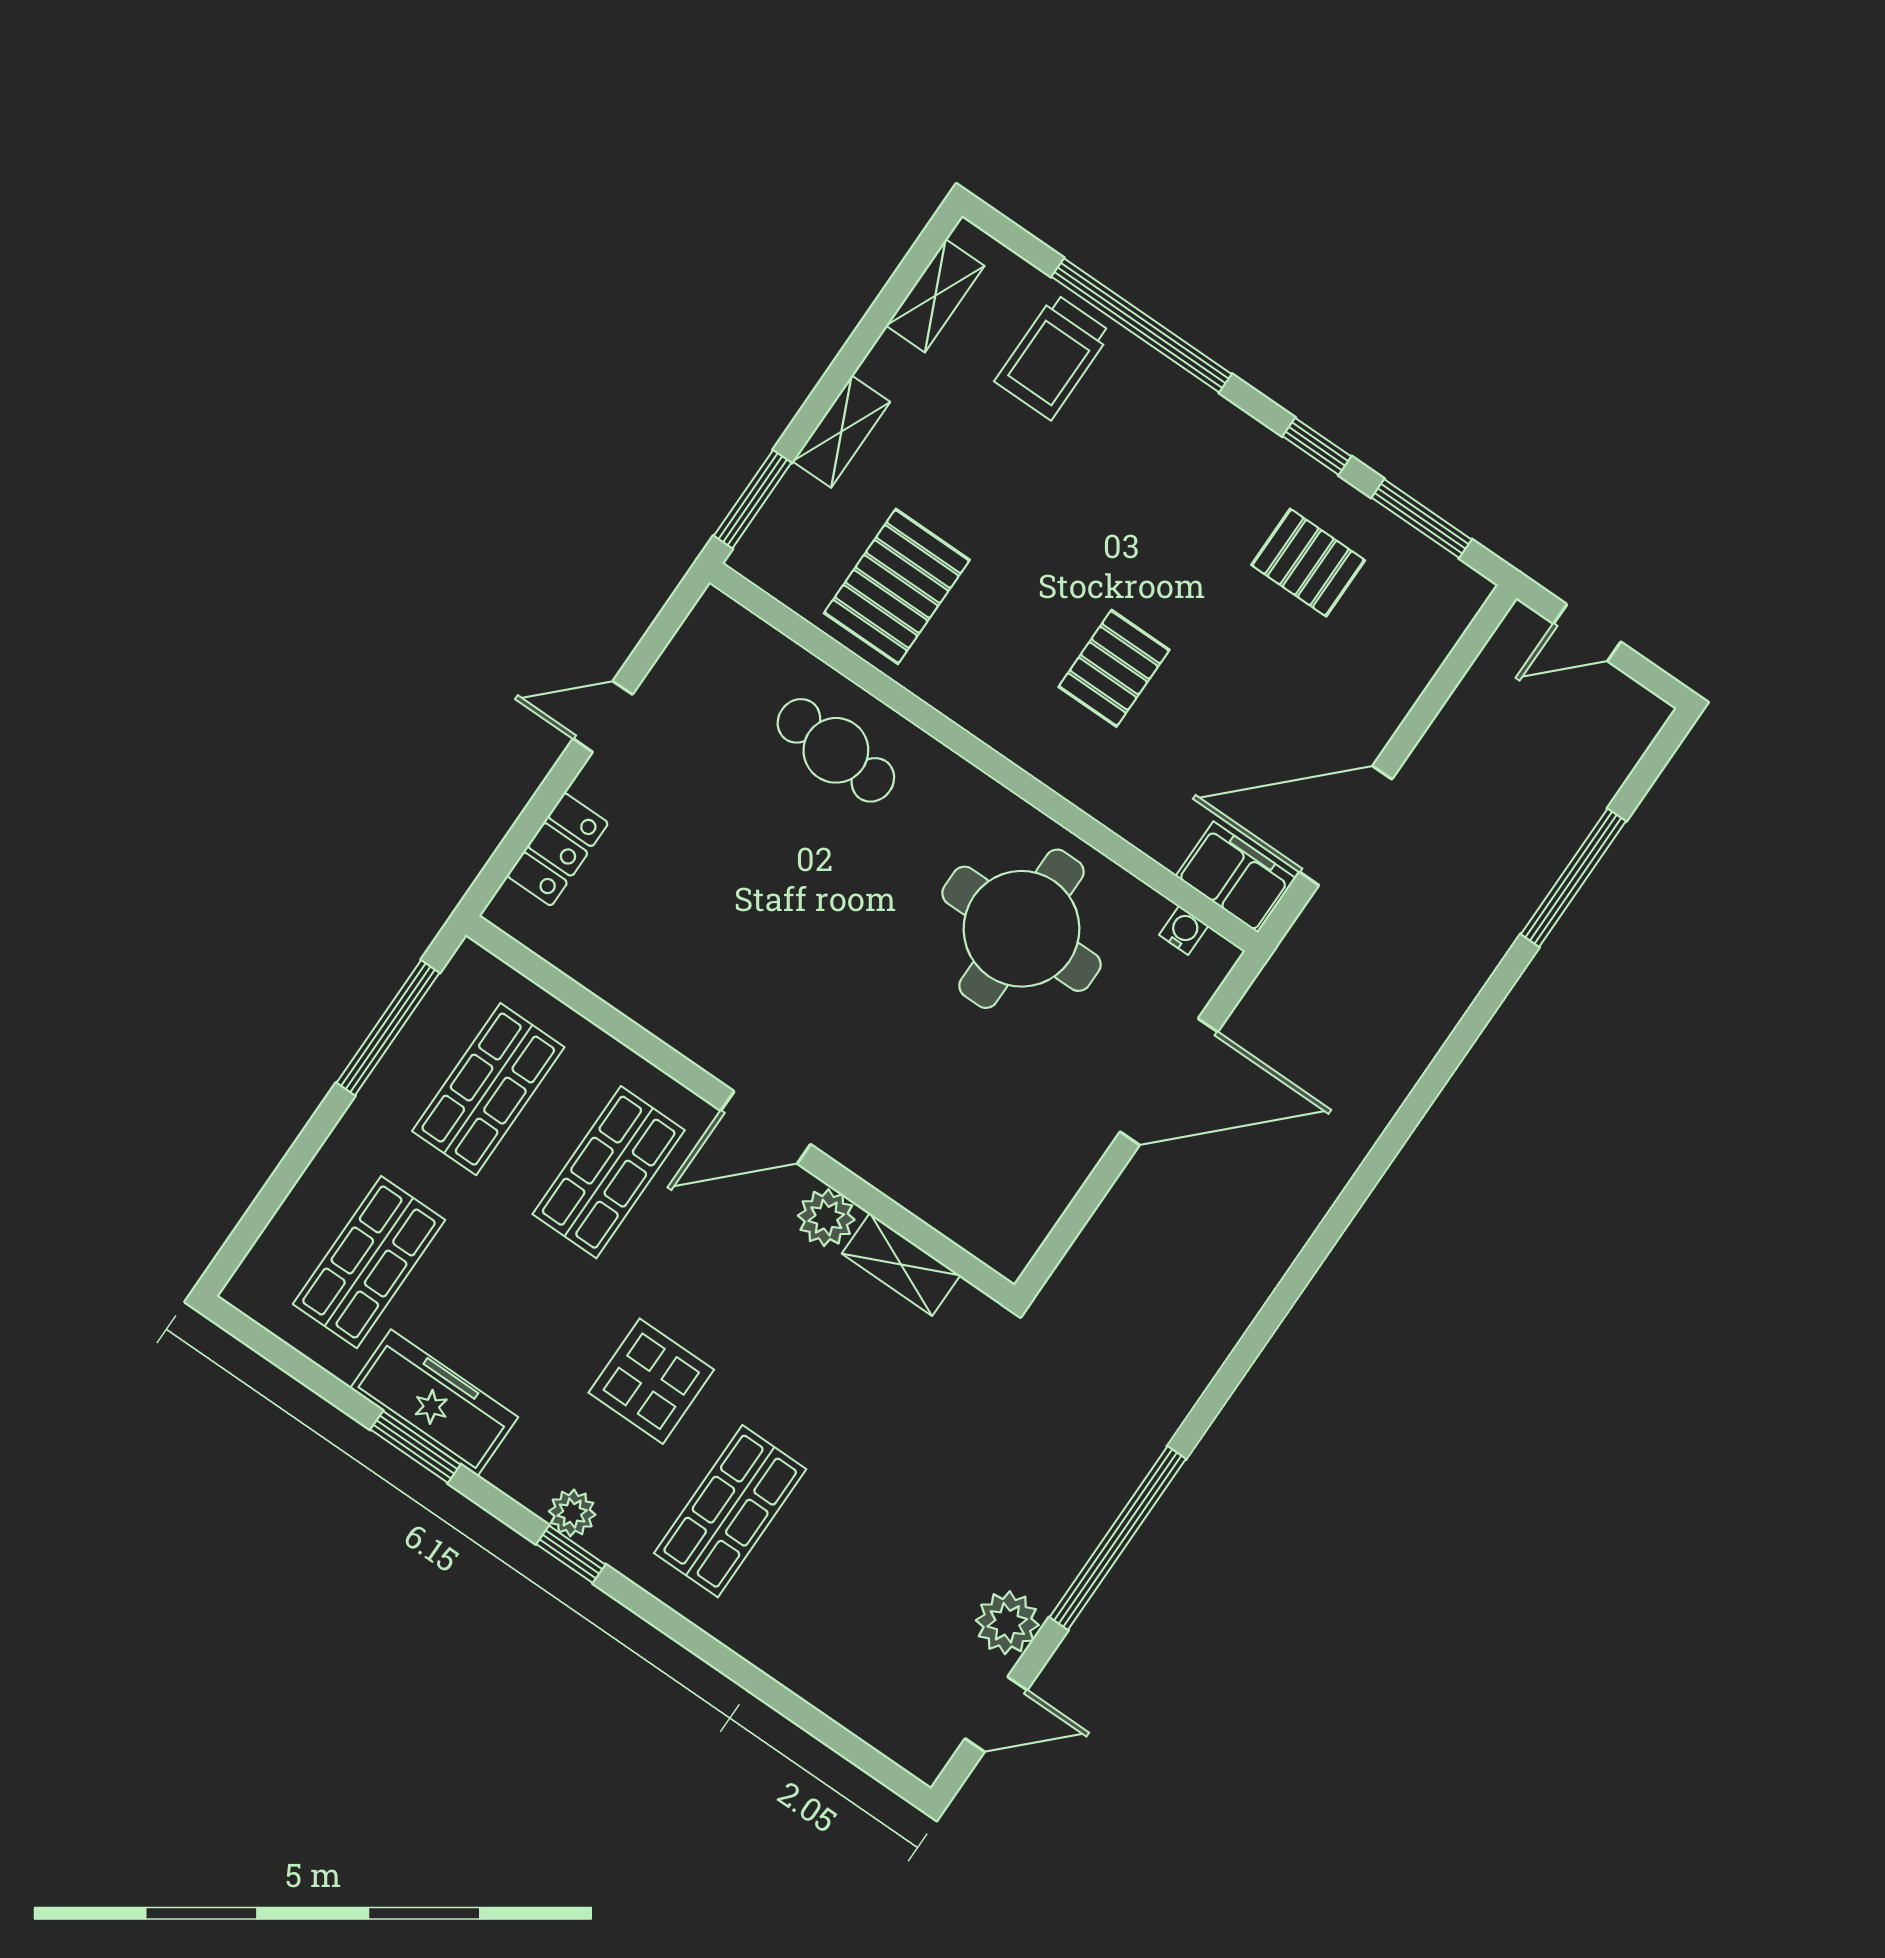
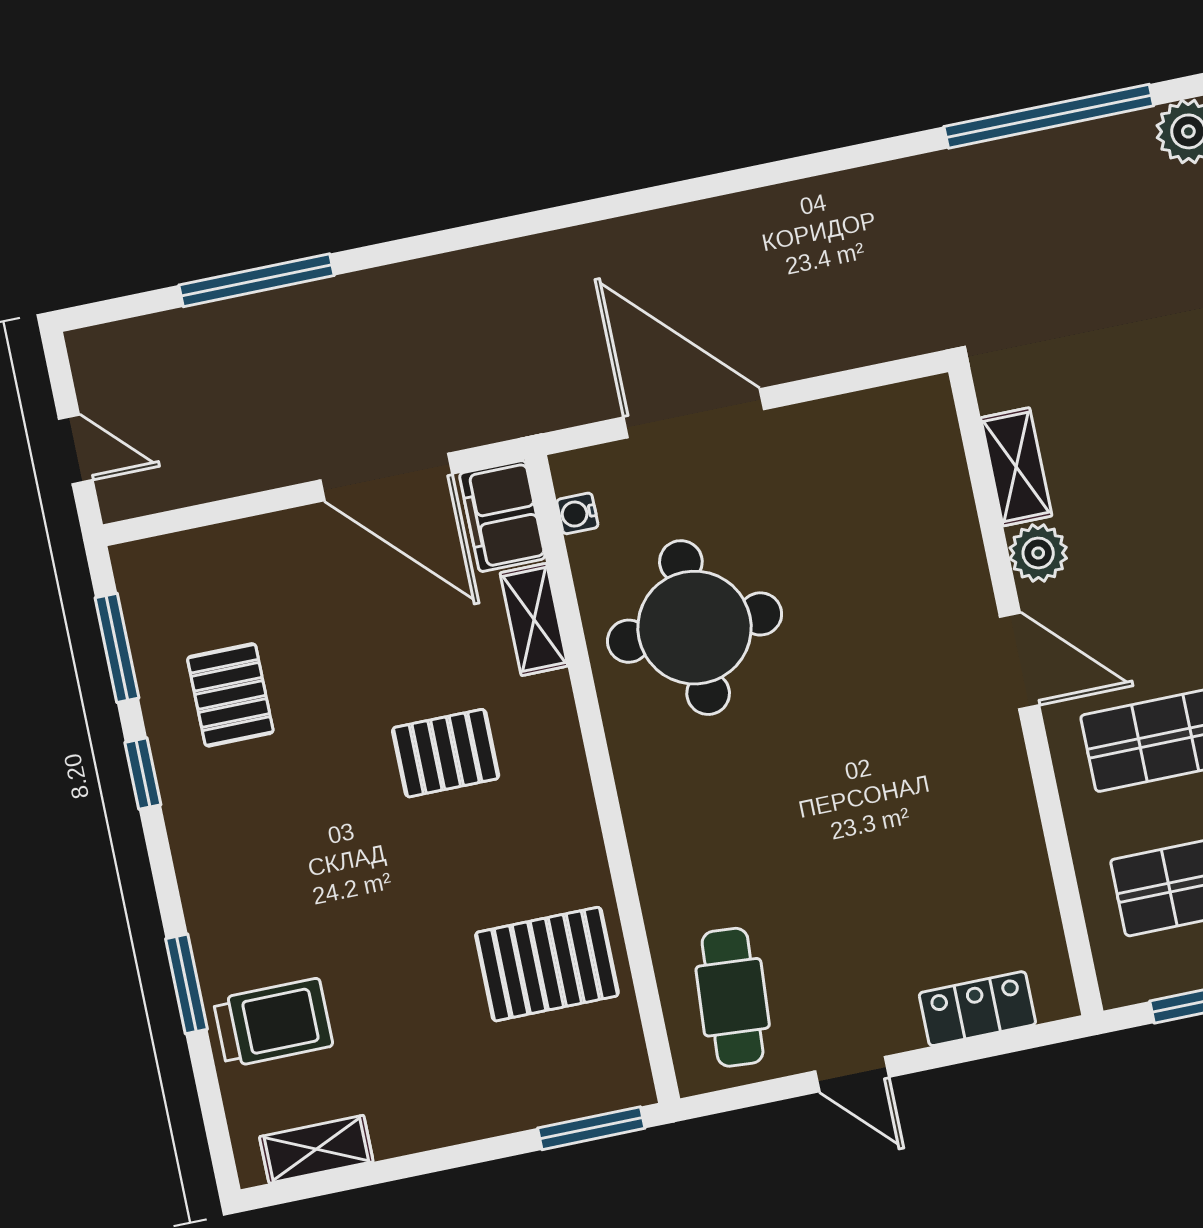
window: (1142, 325) -> (186, 984), width x0.47
shelving: (841, 432) -> (534, 619), moved, turned 90
cafe table: (836, 750) -> (733, 997), moved

